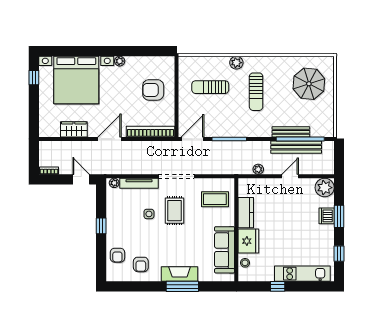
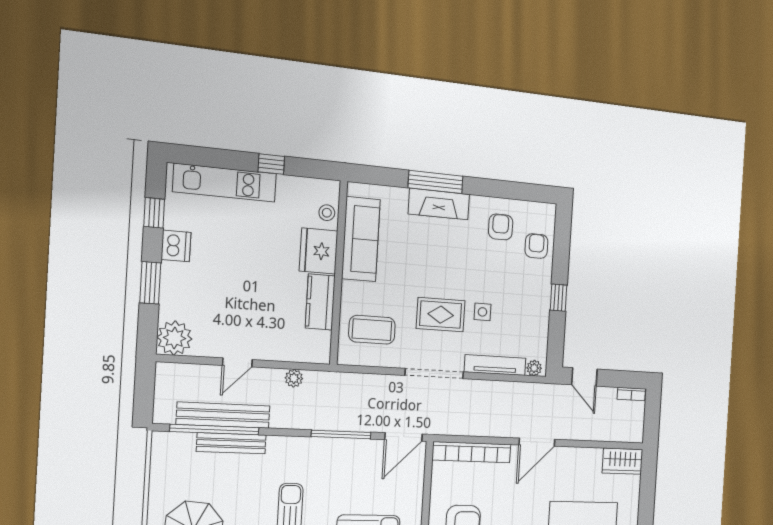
wardrobe: (74, 129) -> (622, 461), moved
rug: (175, 211) -> (441, 315), turned 90
dishwasher: (327, 216) -> (176, 246), moved

